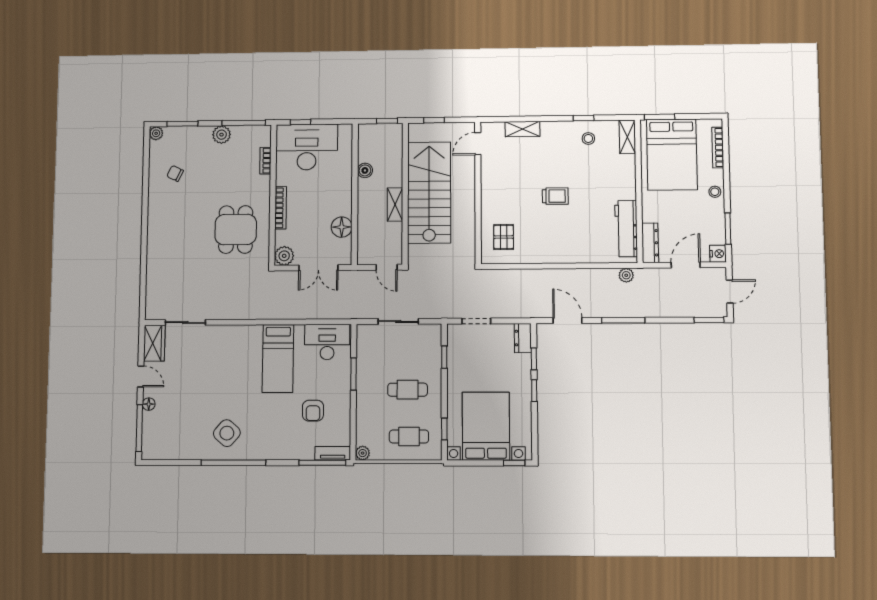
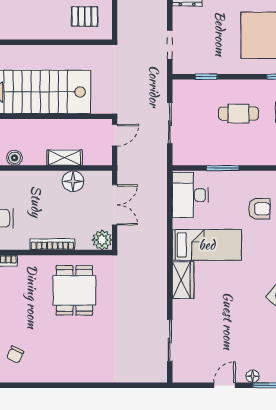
shelving: (395, 204) -> (65, 158), moved
dining table: (236, 230) -> (74, 290), turned 90
wardrobe: (154, 343) -> (183, 280), moved, turned 90
cafe table: (408, 390) -> (238, 114), turned 90

